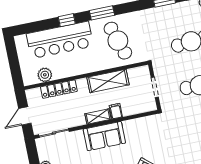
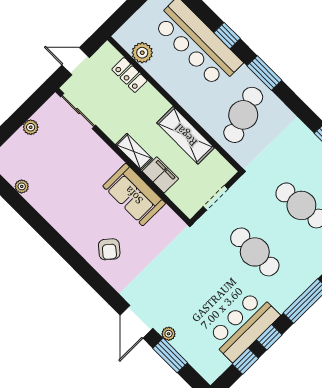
locker: (59, 89) -> (129, 75), width x0.66
filing cabinet: (116, 111) -> (160, 175), width x2.00
sofa: (104, 136) -> (134, 195), moved

